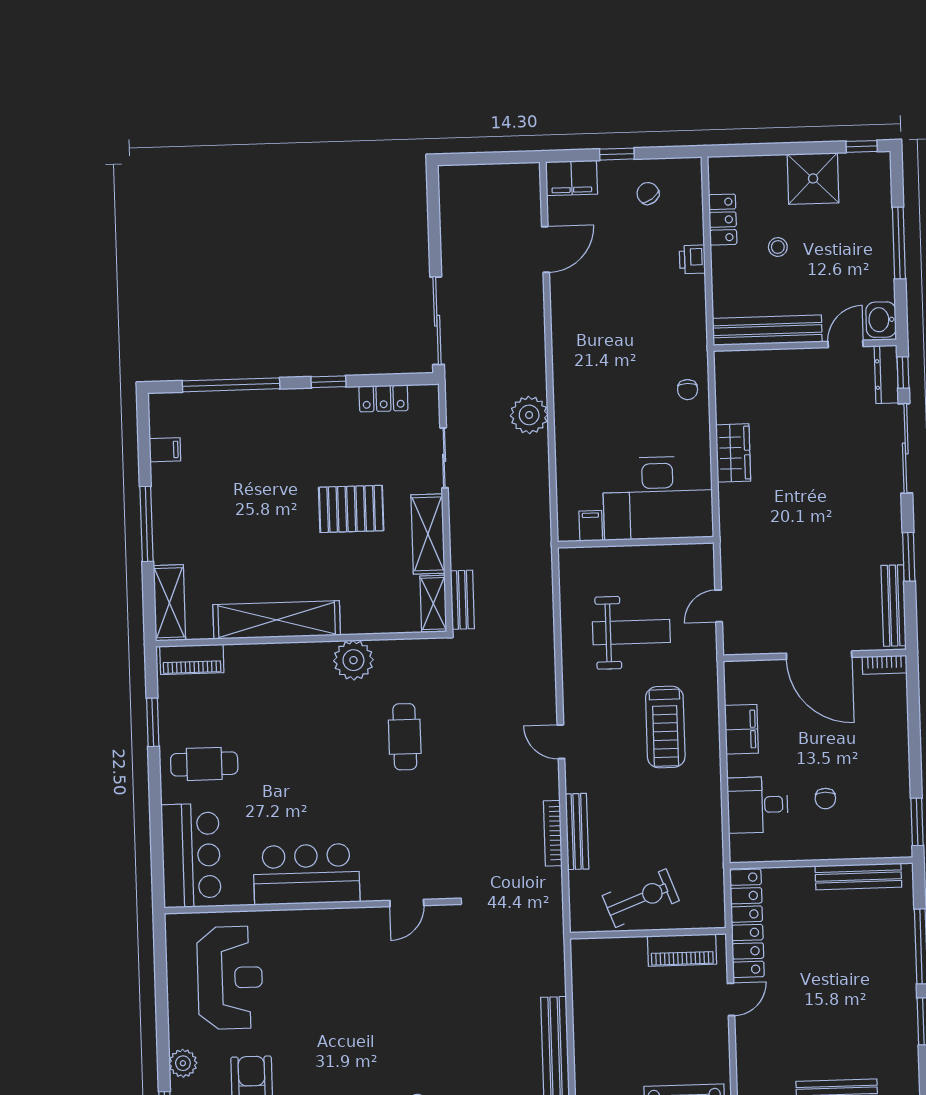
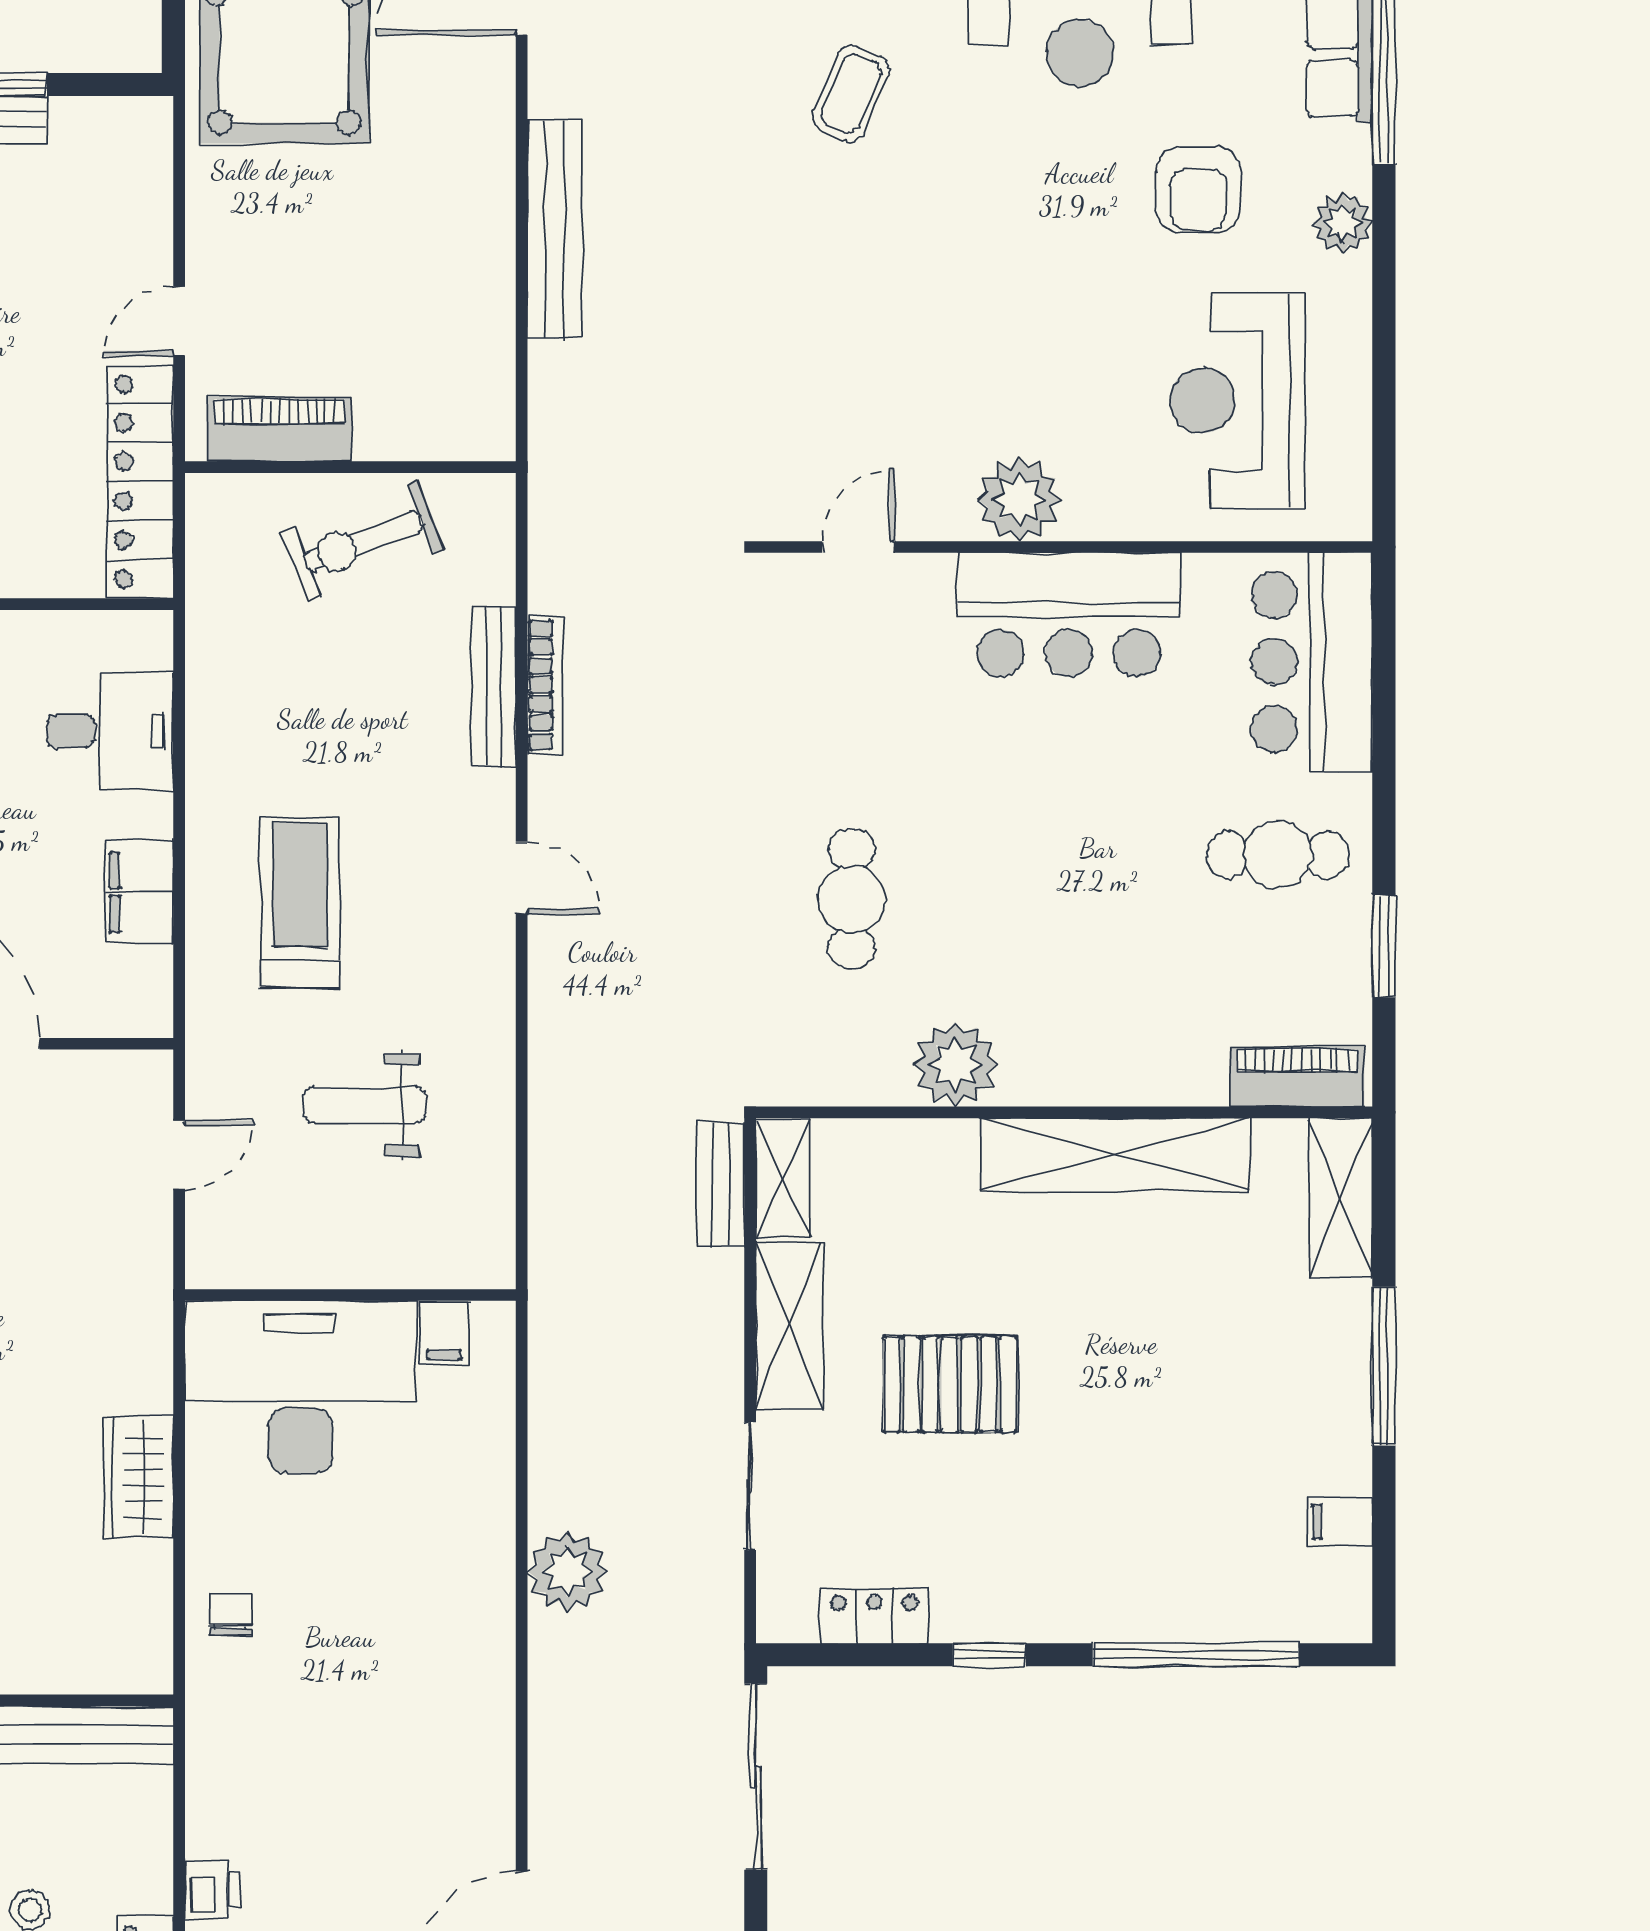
weight bench: (631, 632) -> (365, 1105), width x0.73, depth x0.75
plant: (332, 928) -> (1019, 499), added

